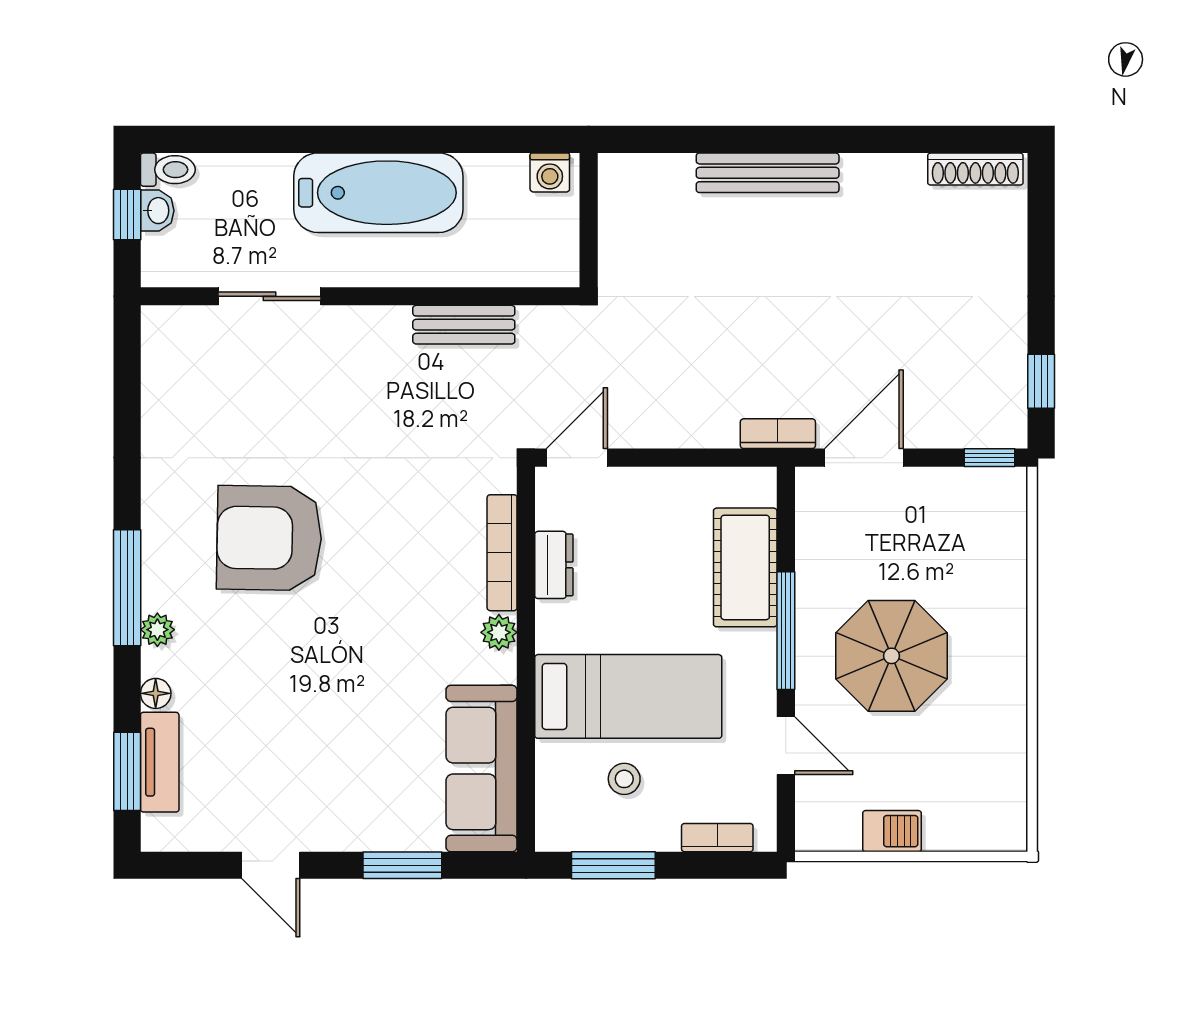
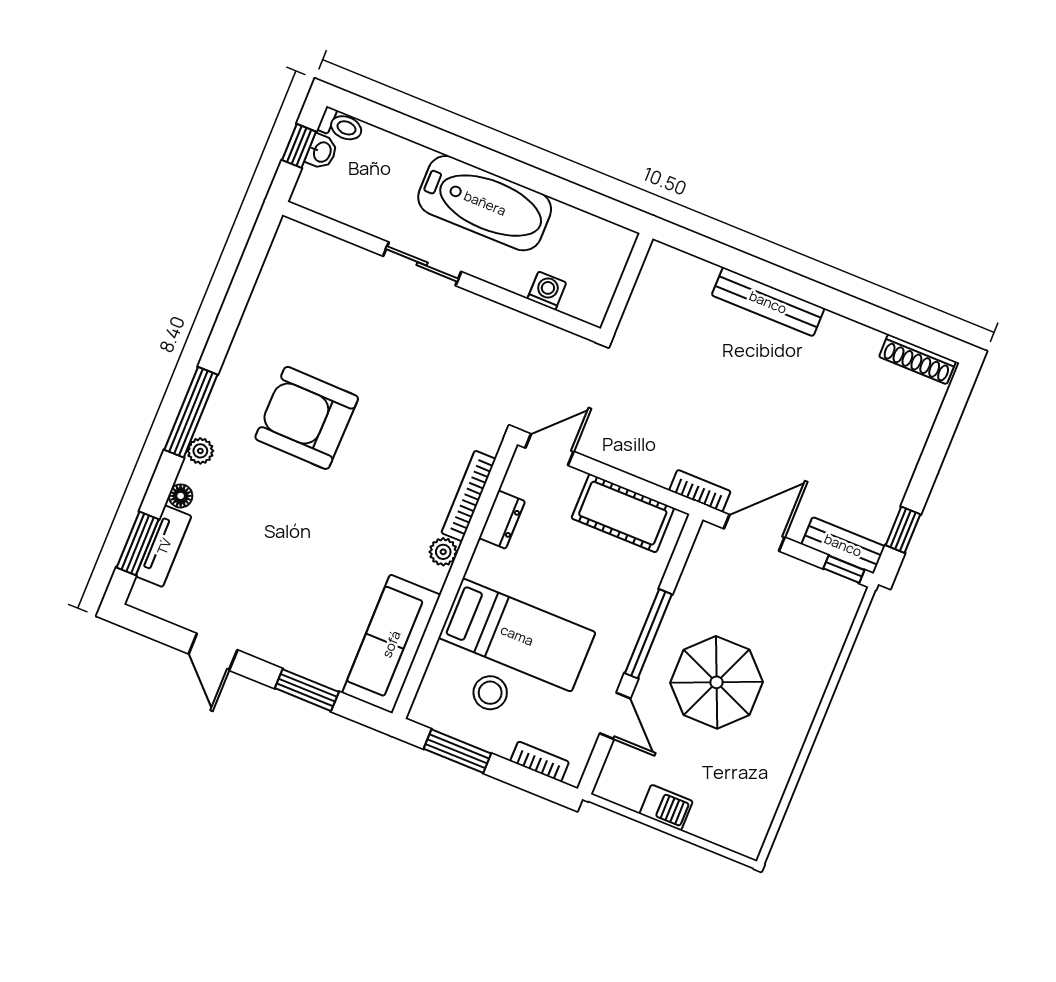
washing machine: (550, 172) -> (547, 291), moved, turned 180
sliding door: (269, 296) -> (422, 264), moved
bench: (464, 325) -> (843, 545), moved
cot: (745, 567) -> (623, 513), moved, turned 90
stool: (624, 779) -> (490, 693), width x1.37, depth x1.37

